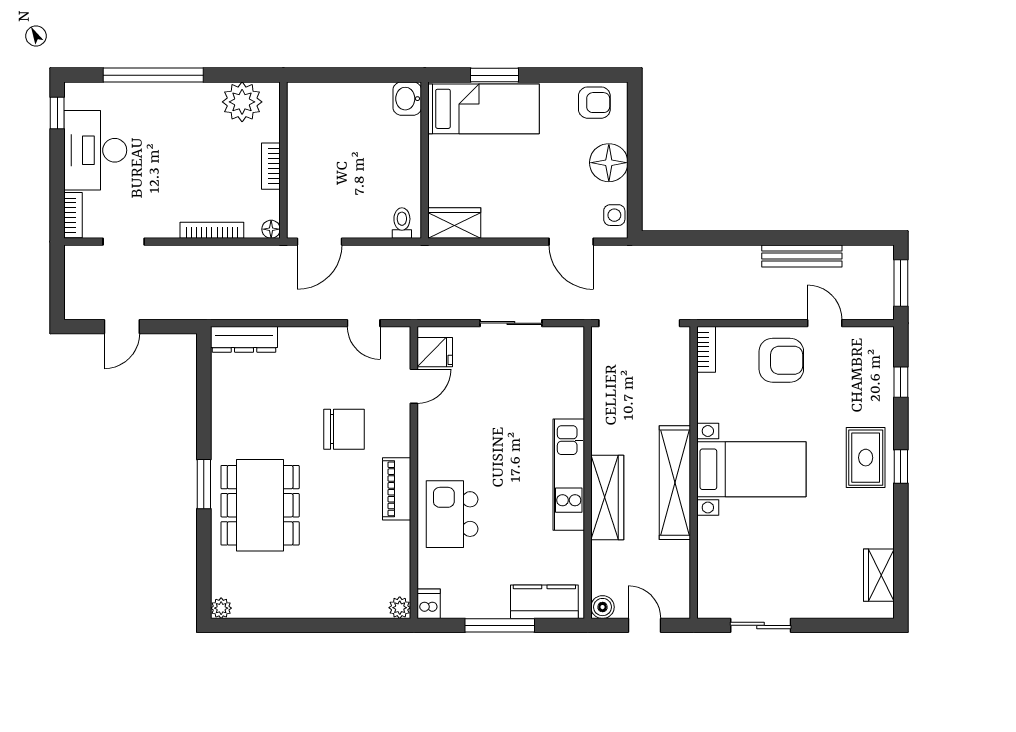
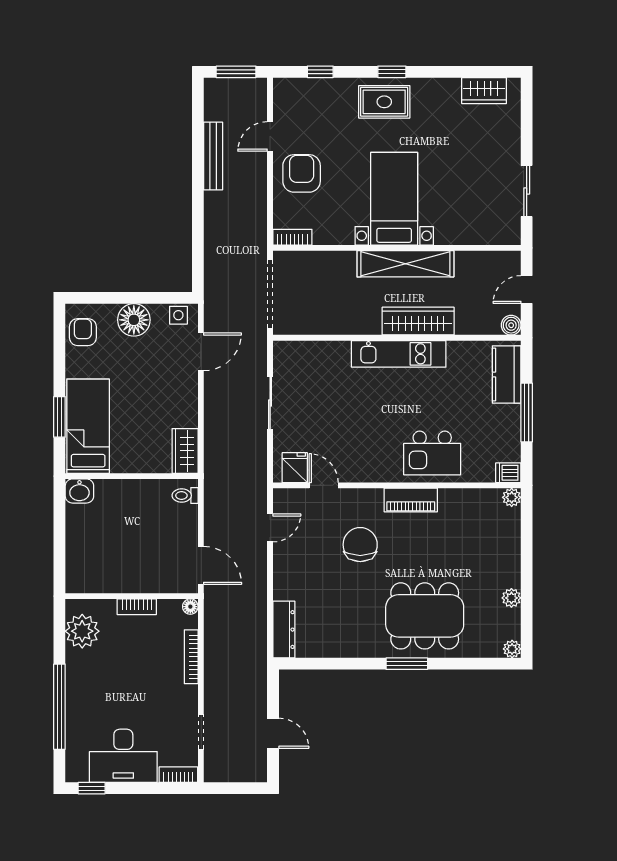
plant: (281, 607) -> (511, 598), added

